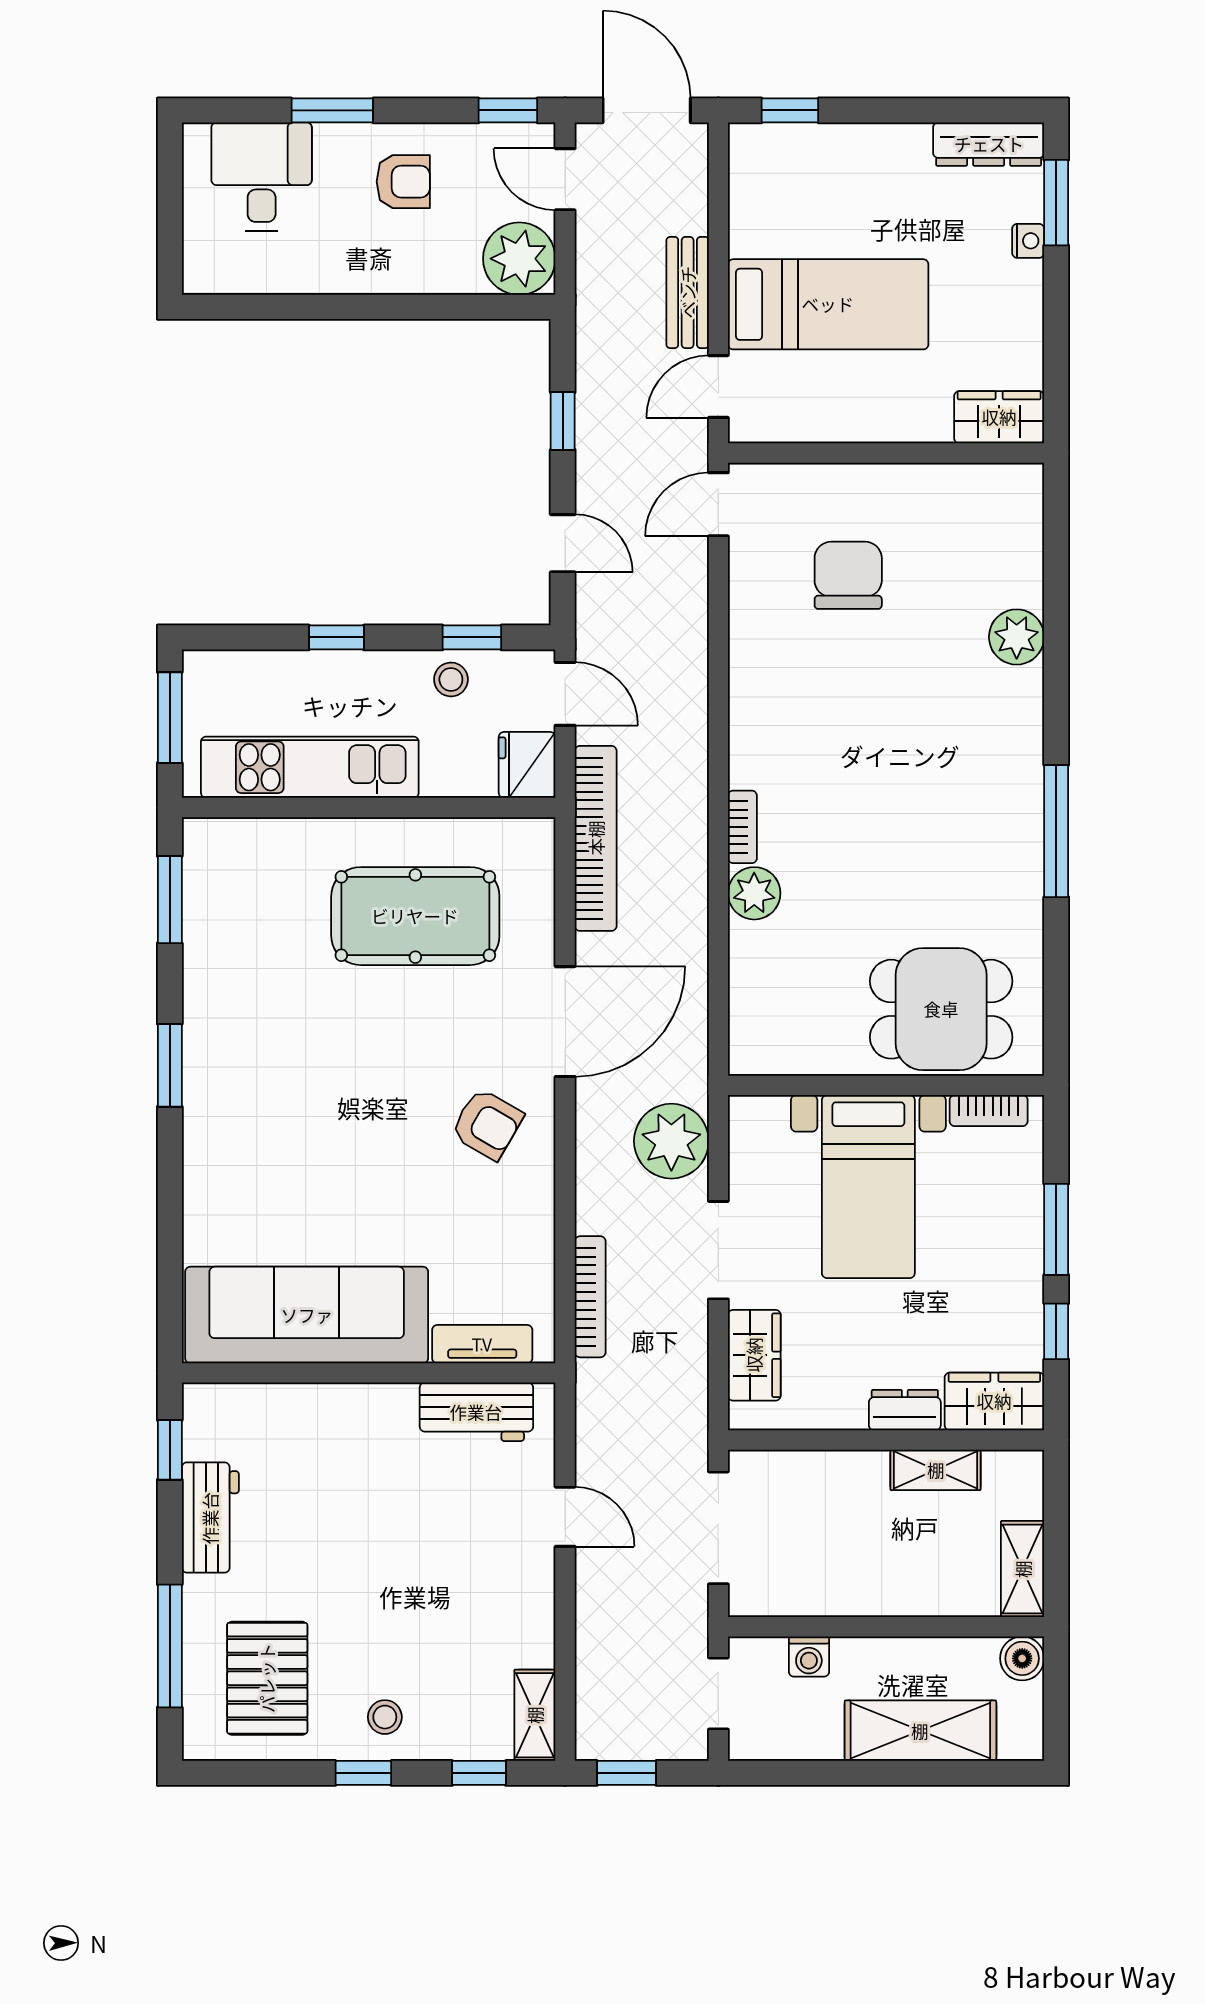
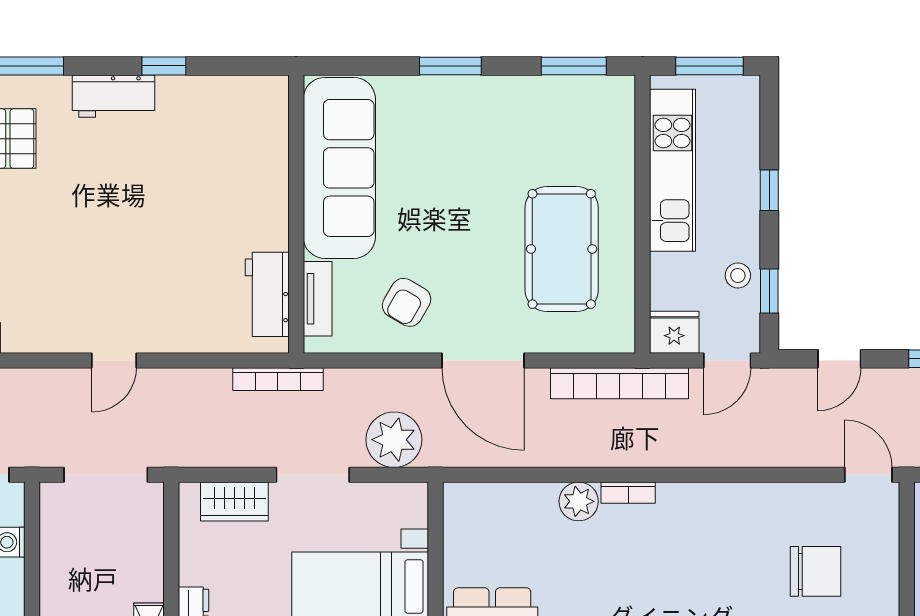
sofa: (307, 1315) -> (339, 168), moved
tv unit: (482, 1344) -> (318, 299), moved
wall: (369, 1373) -> (296, 214), moved
workbench: (476, 1412) -> (267, 294), moved

